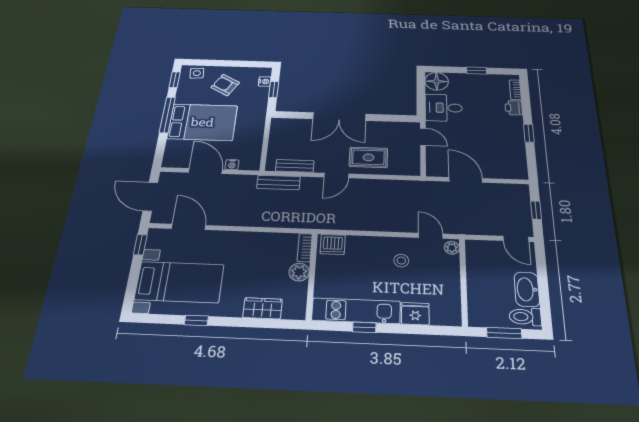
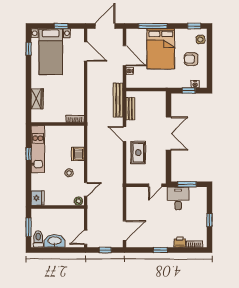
floor lamp: (437, 81) -> (199, 194), removed
armchair: (225, 85) -> (191, 59), turned -120
window: (421, 96) -> (187, 184), added
window: (167, 115) -> (153, 26), moved
double door: (339, 117) -> (169, 133), swing flipped
door: (206, 171) -> (124, 56), hinge flipped
door: (466, 180) -> (124, 231), moved
bench: (279, 183) -> (118, 100), width x1.36
door: (189, 227) -> (86, 51), hinge flipped
dishwasher: (333, 244) -> (78, 154), moved
window: (140, 245) -> (61, 26), moved
plant: (299, 272) -> (60, 117), removed
fridge: (415, 314) -> (38, 198), moved
window: (196, 320) -> (29, 49), moved

